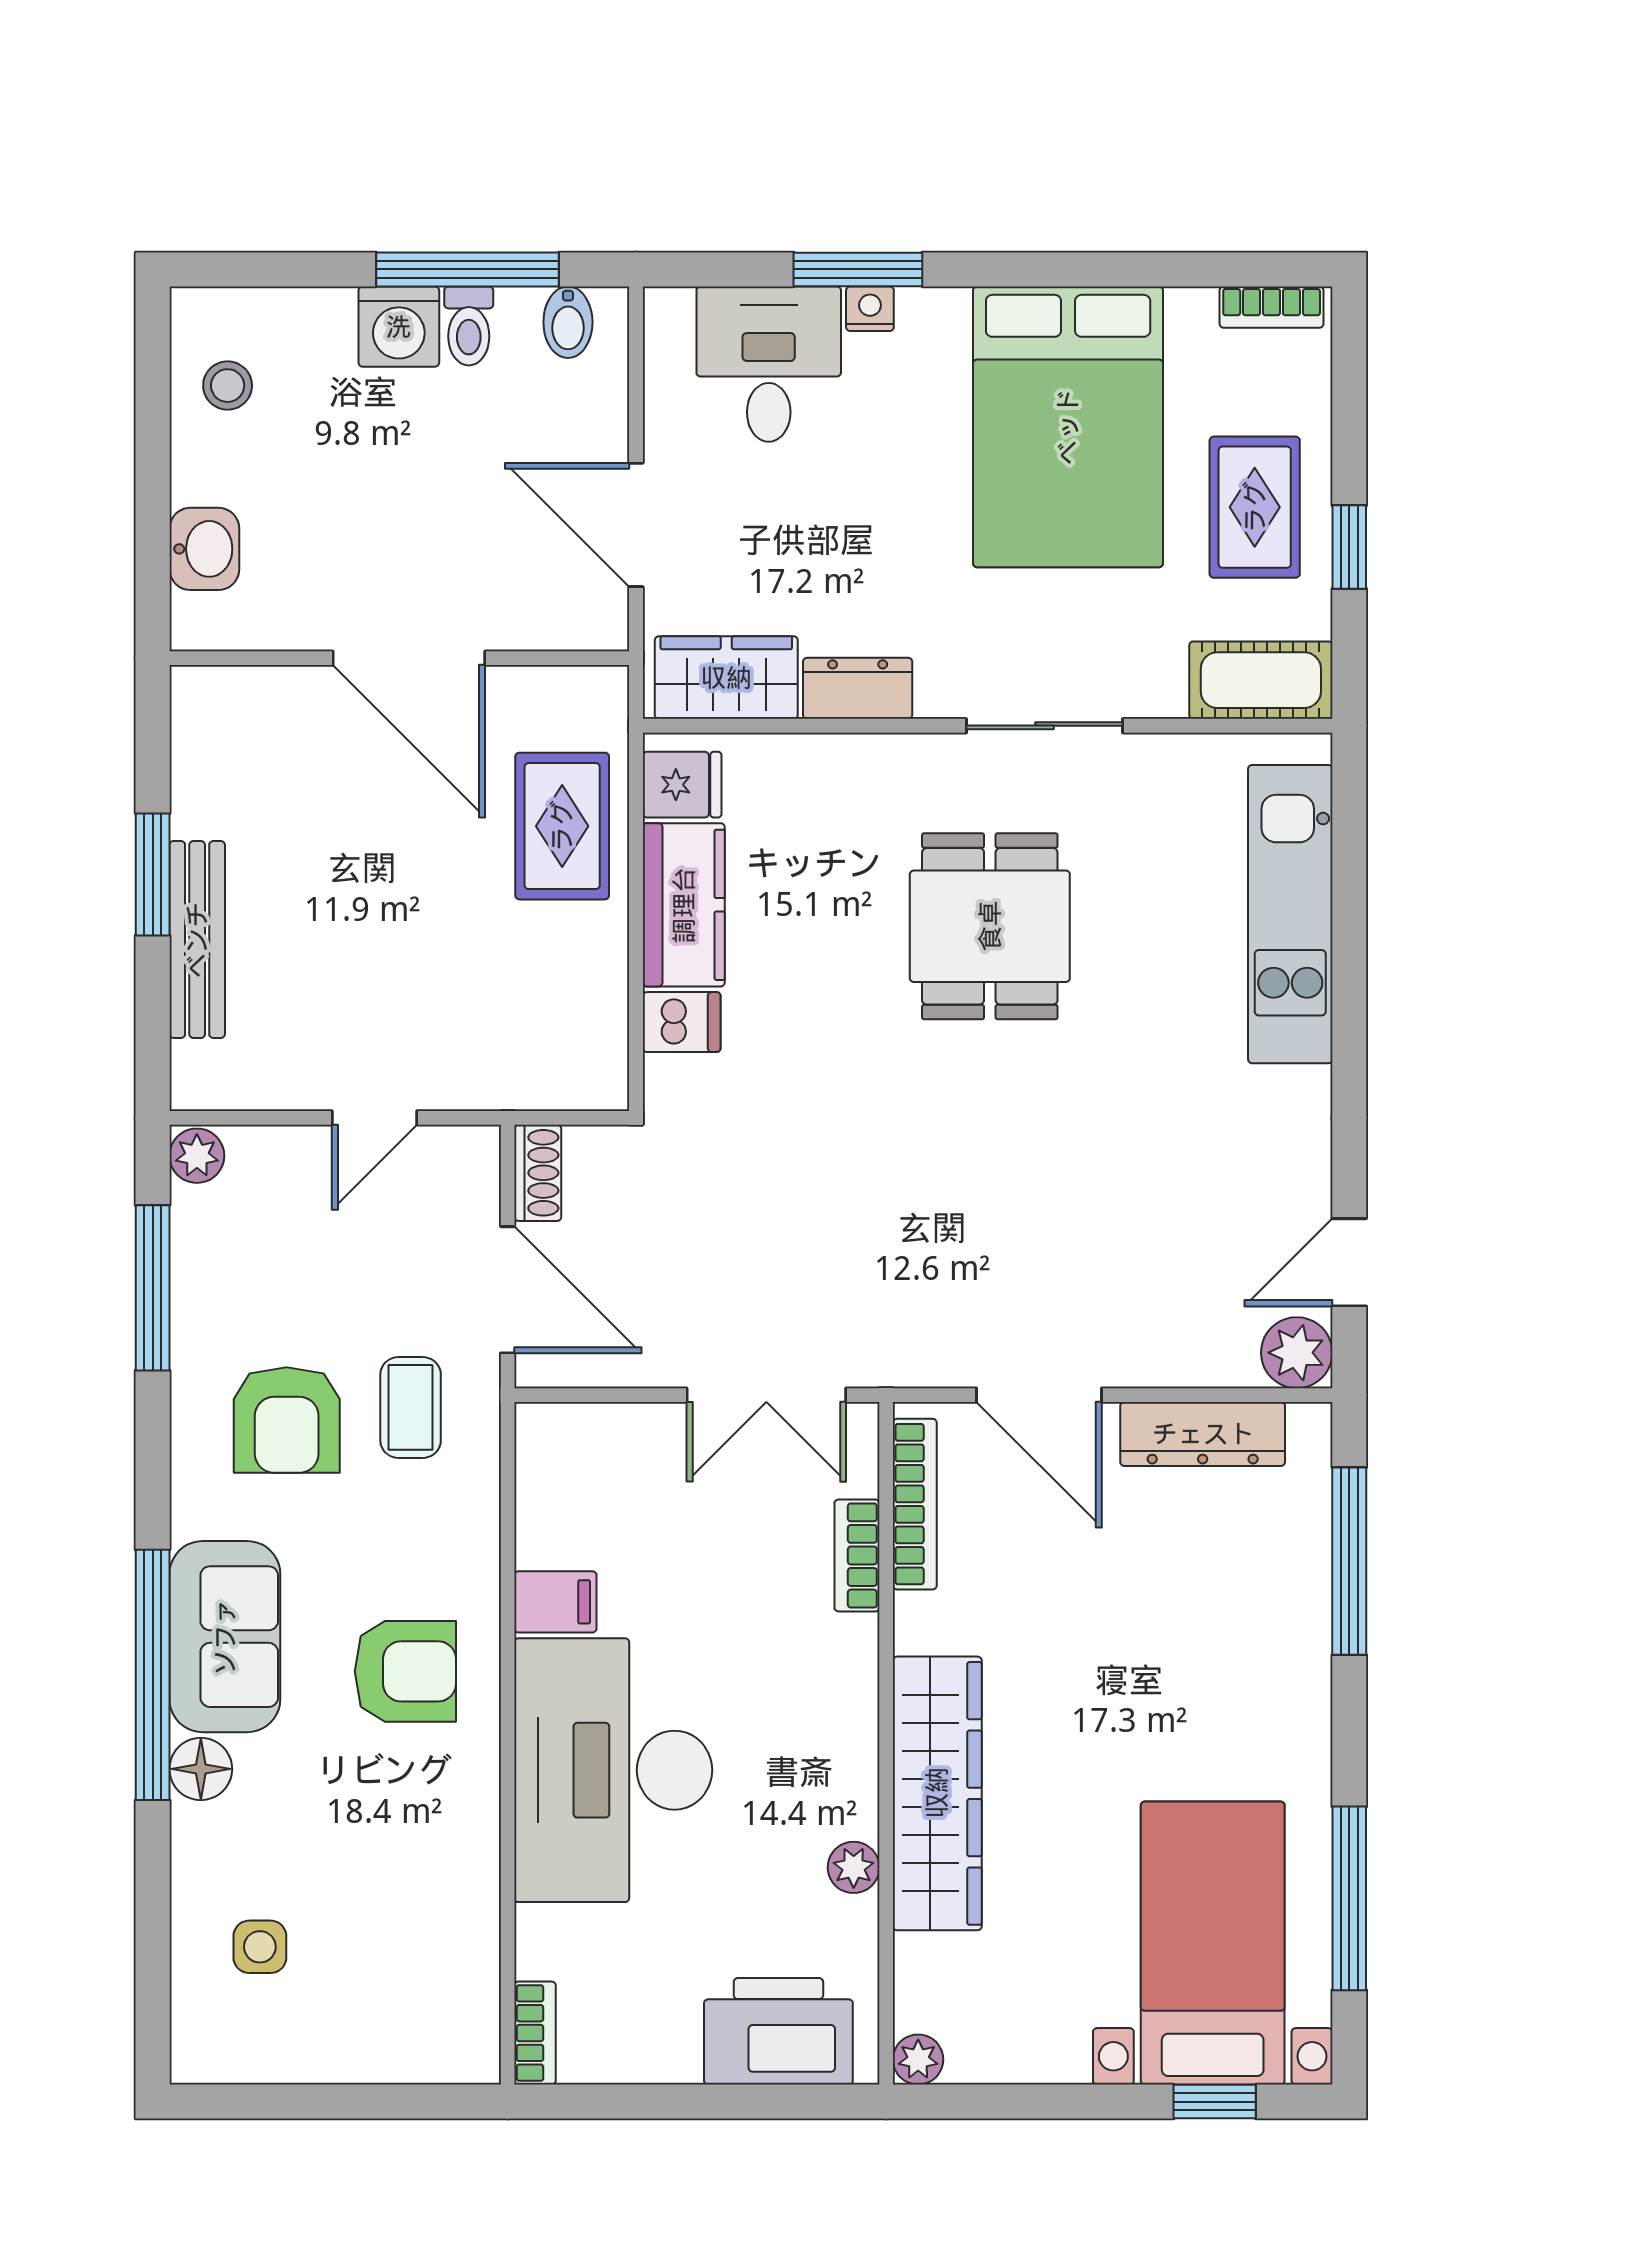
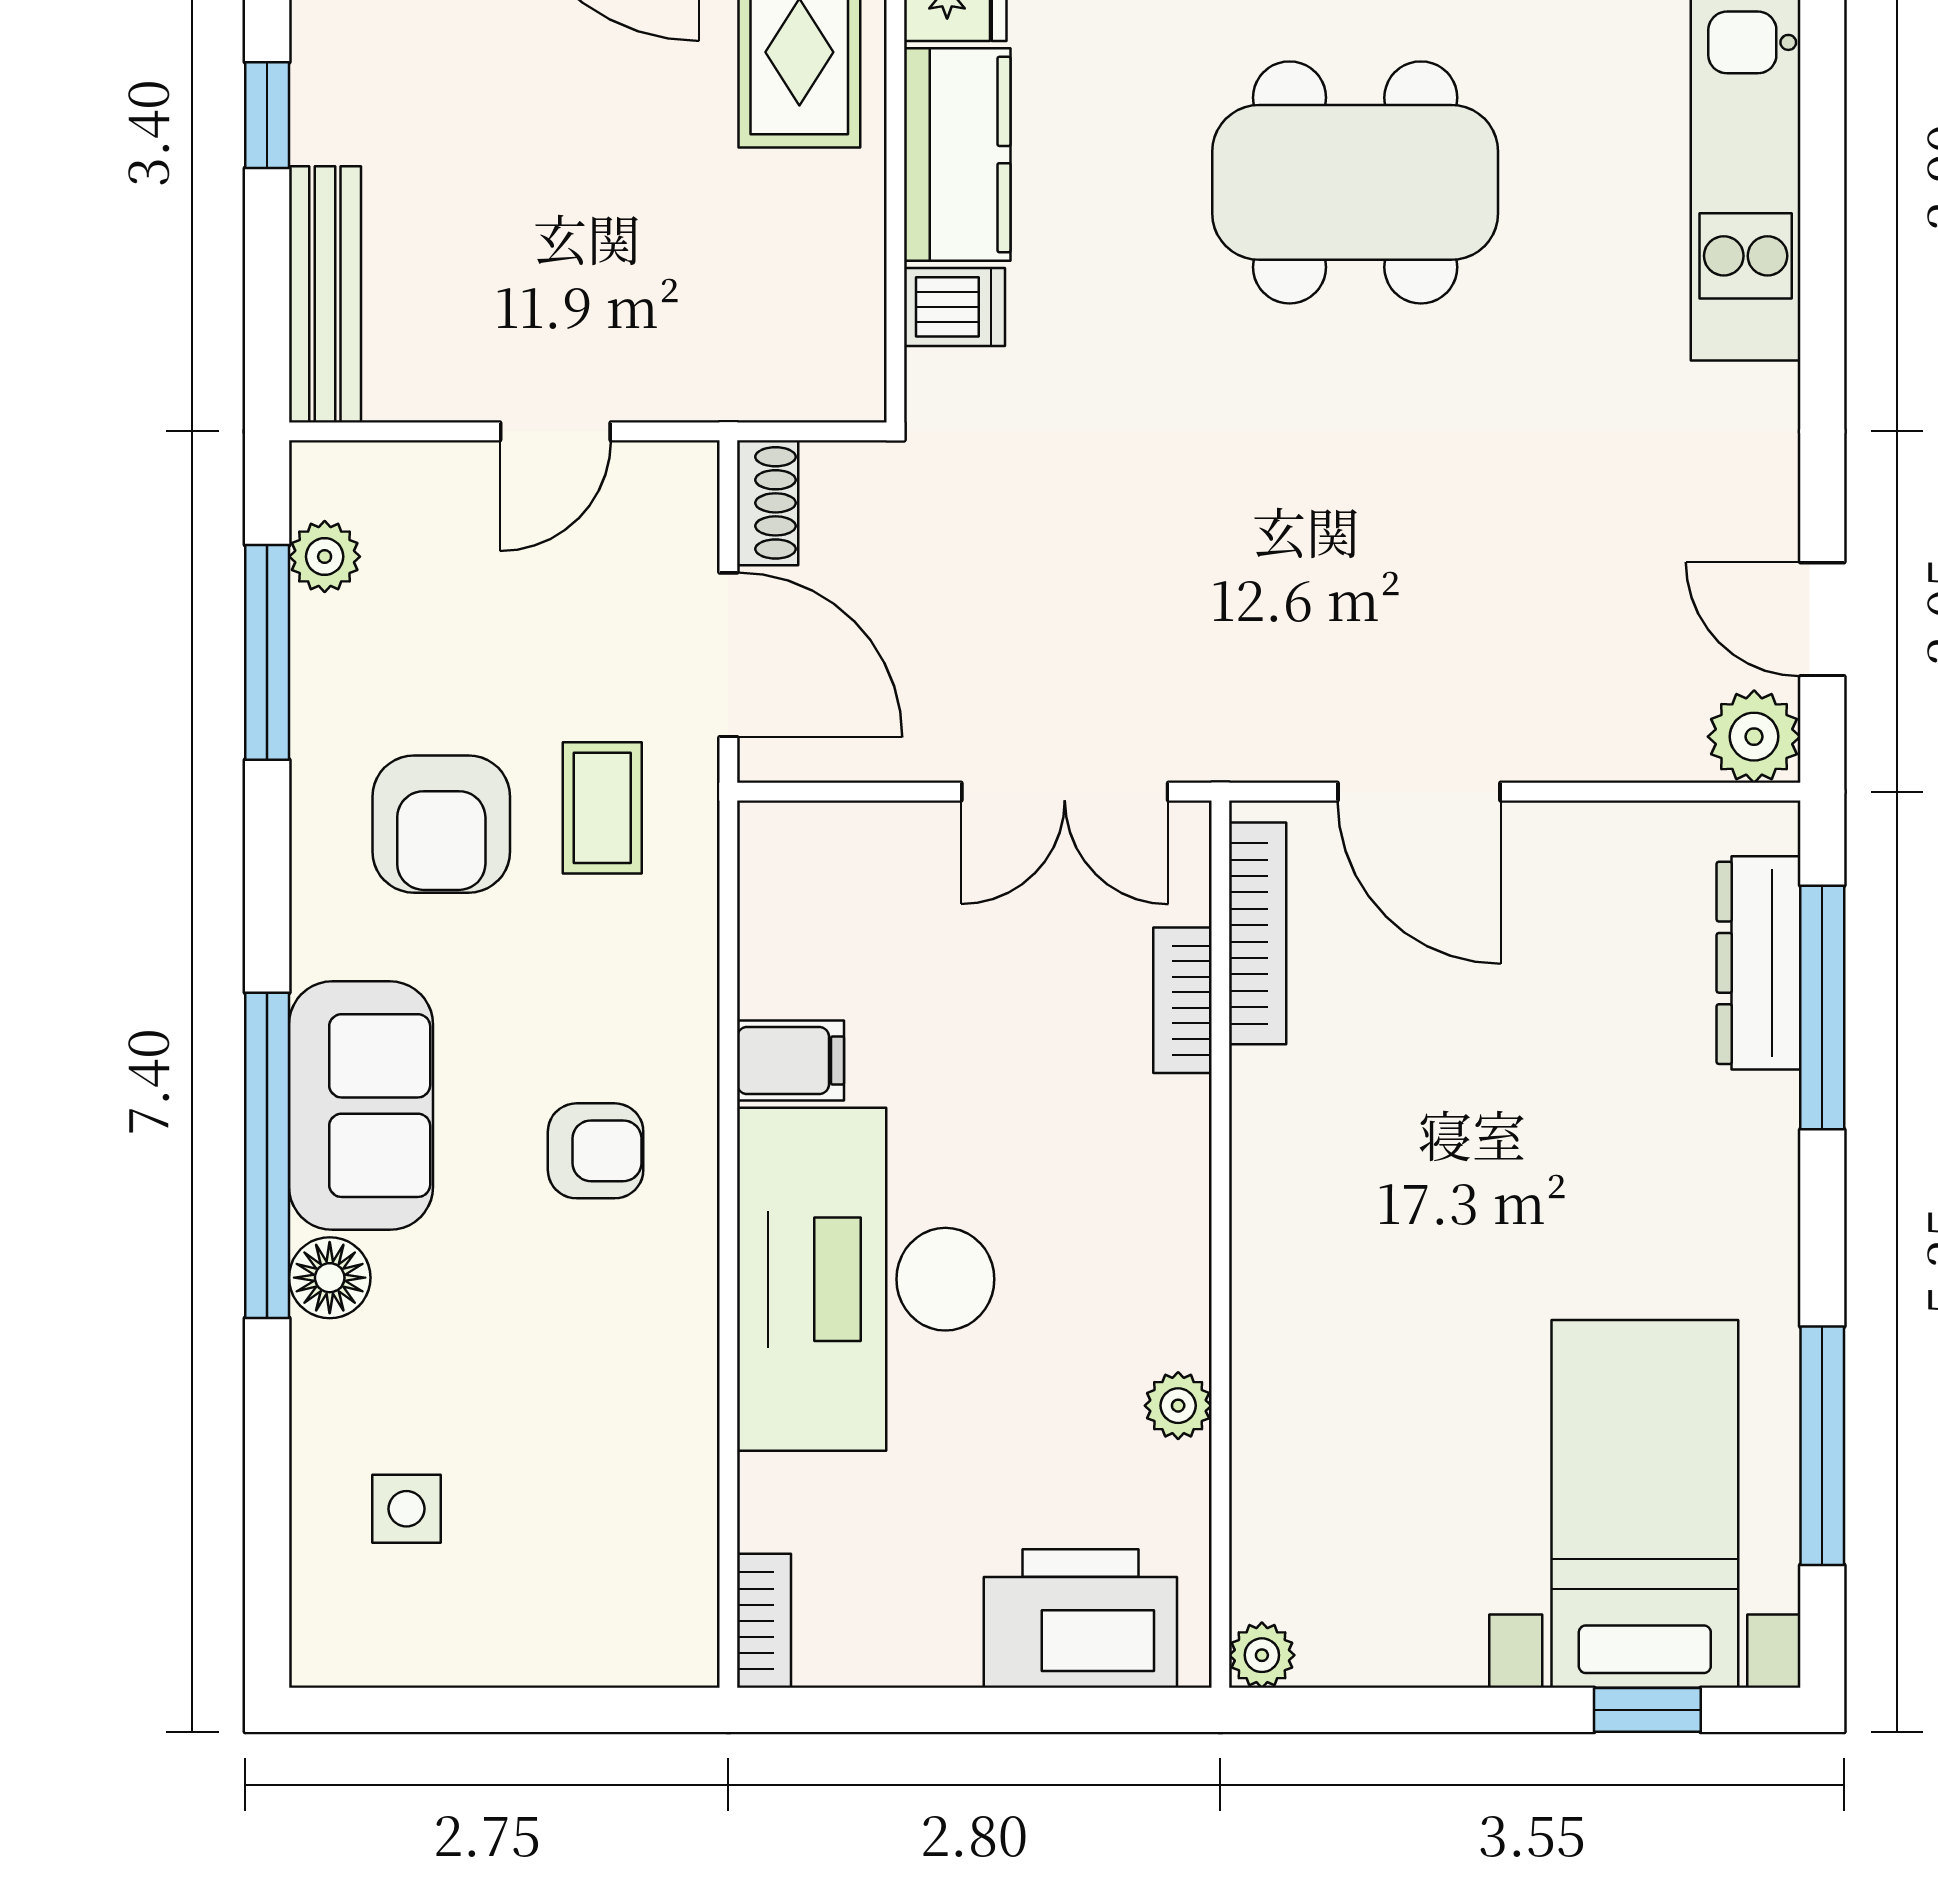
window: (153, 874) -> (267, 115), width x0.67
dining table: (990, 926) -> (1355, 182), width x1.38
bench: (197, 940) -> (325, 294), moved
plant: (197, 1156) -> (325, 557), moved
door: (1349, 1262) -> (1822, 619), hinge flipped
dresser: (1203, 1434) -> (1758, 963), moved, turned 90
armchair: (405, 1671) -> (596, 1151), width x0.72, depth x0.72
wardrobe: (937, 1793) -> (1287, 1309), removed

